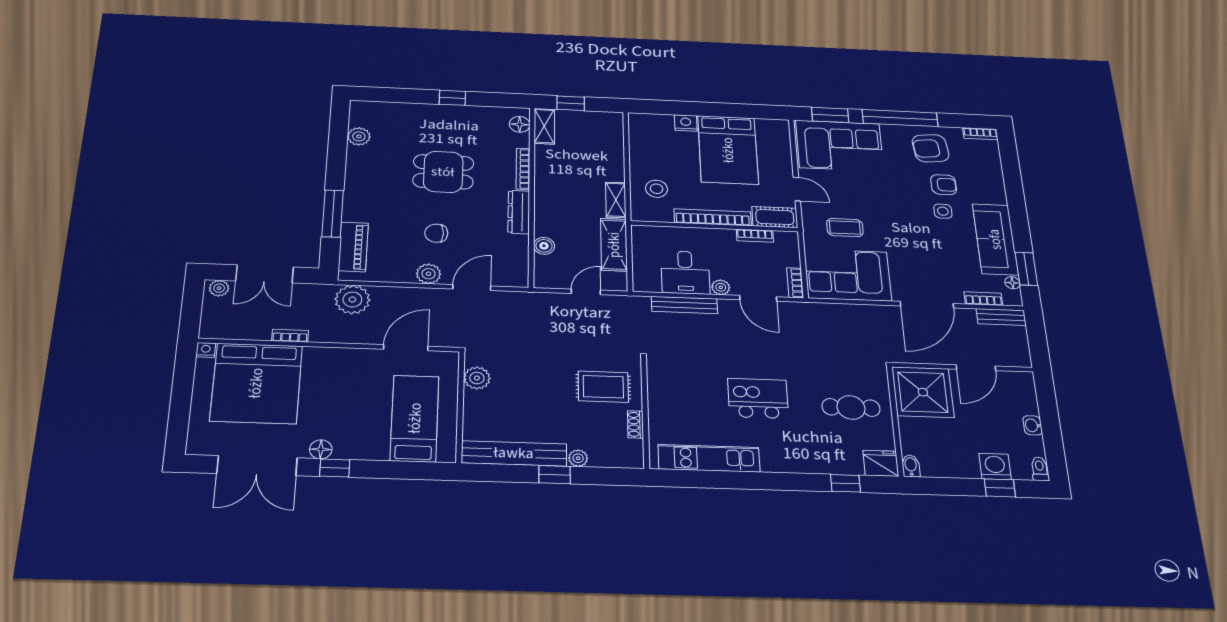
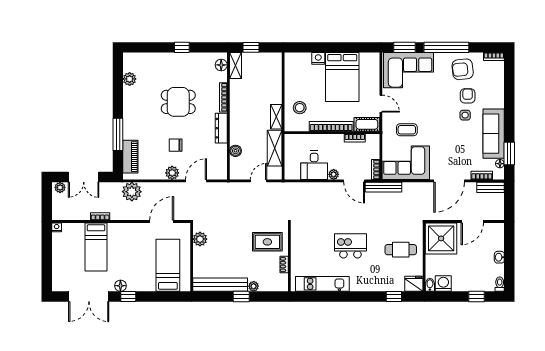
armchair: (944, 185) -> (468, 96), turned -90
bench: (684, 305) -> (384, 187), moved
bed: (256, 383) -> (96, 247), width x0.49
washing machine: (995, 467) -> (443, 283), moved

